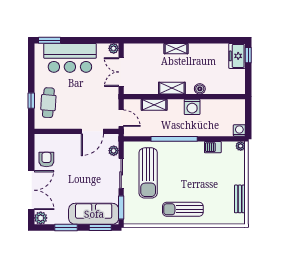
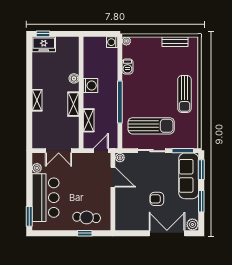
plant: (114, 48) -> (37, 168), moved
plant: (114, 151) -> (120, 158), moved
armchair: (46, 160) -> (157, 199), moved

